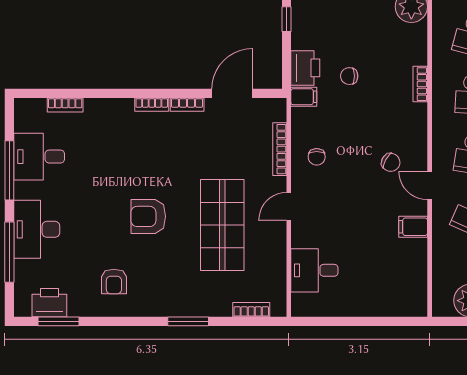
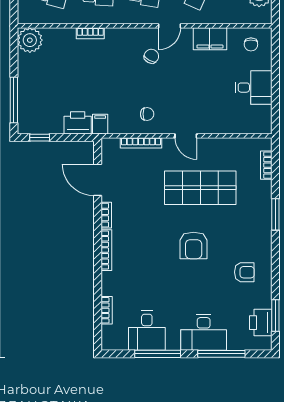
chair: (349, 76) -> (251, 44), moved
bookcase: (152, 105) -> (106, 250), width x1.56
filing cabinet: (413, 227) -> (210, 39), width x2.00
desk: (314, 270) -> (254, 88), moved, turned -90

